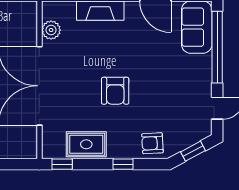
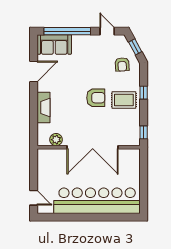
armchair: (152, 143) -> (122, 64), moved
rug: (86, 144) -> (124, 100), moved, turned 90

